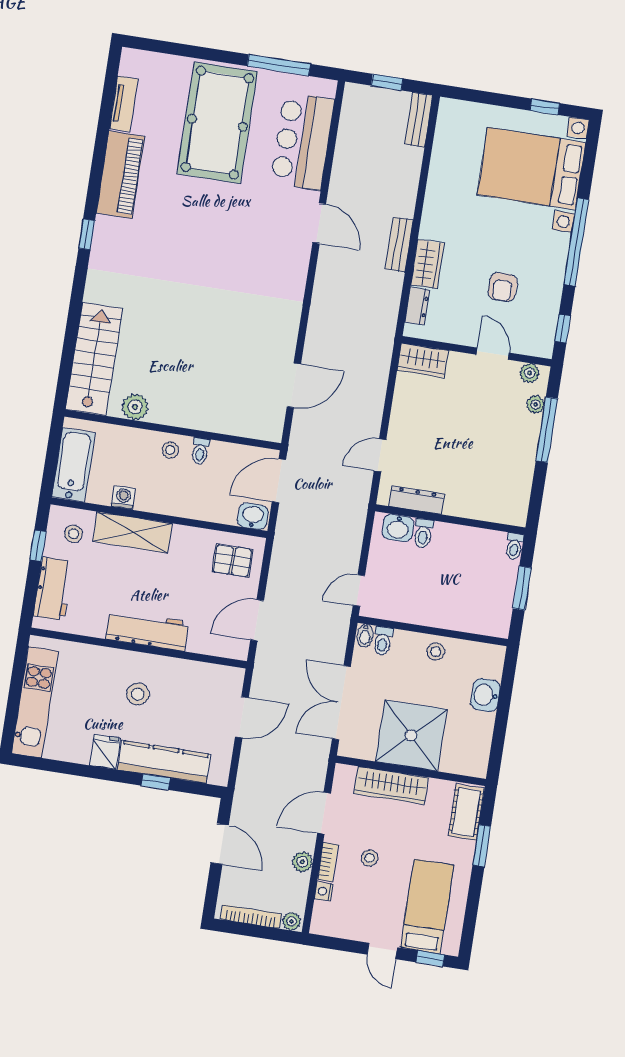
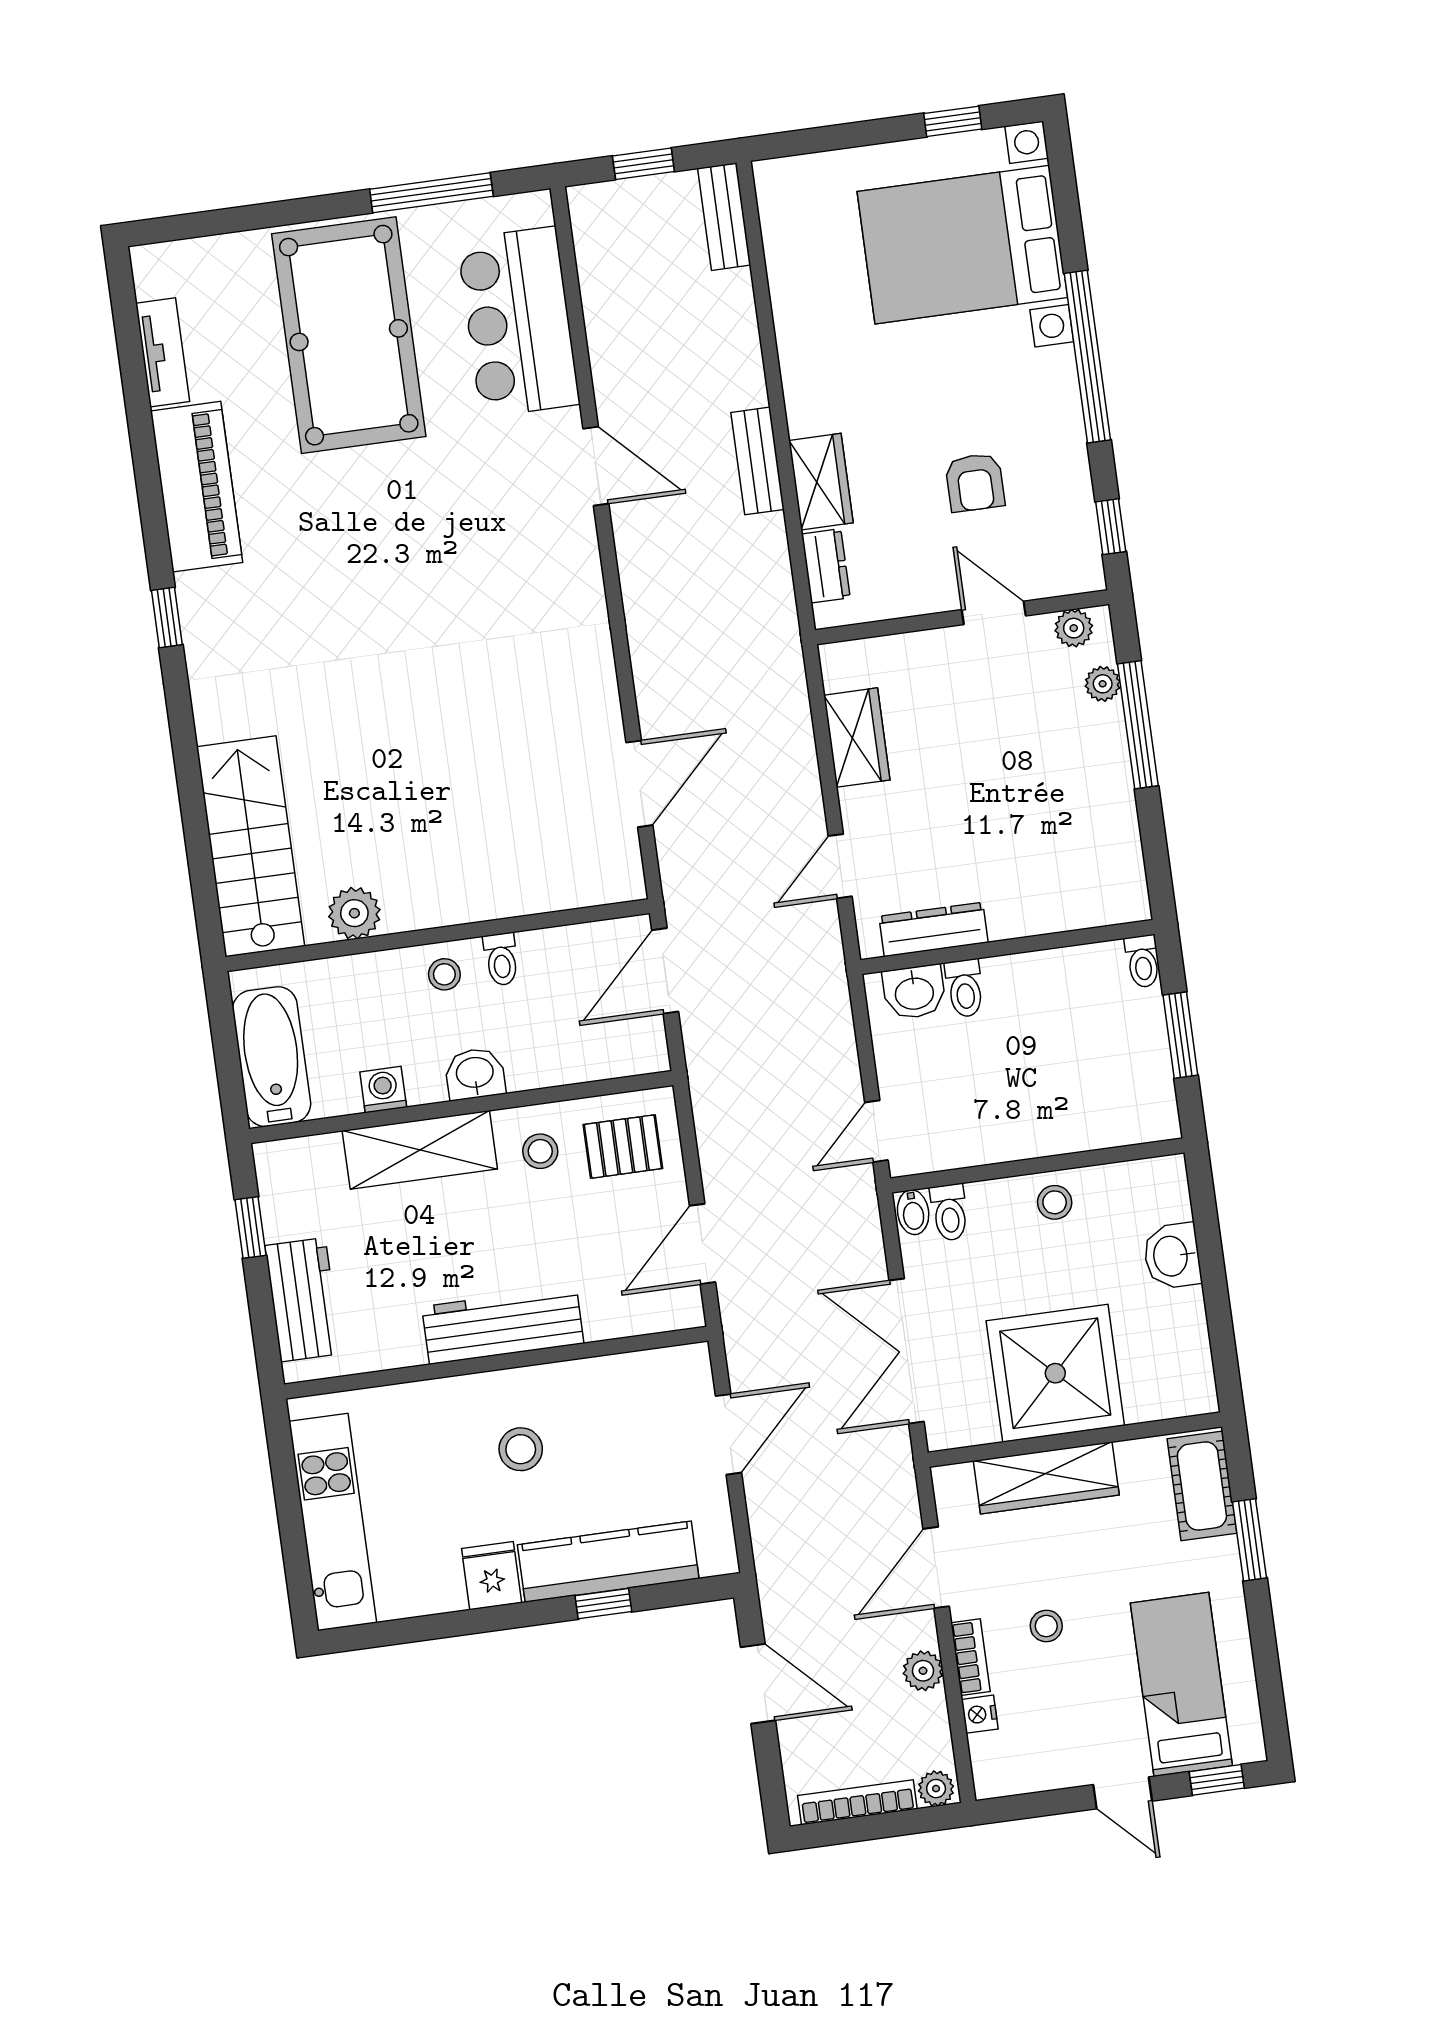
wardrobe: (423, 360) -> (857, 738), moved, turned -90
washbasin: (253, 516) -> (475, 1074), moved
stool: (73, 534) -> (540, 1151), moved

